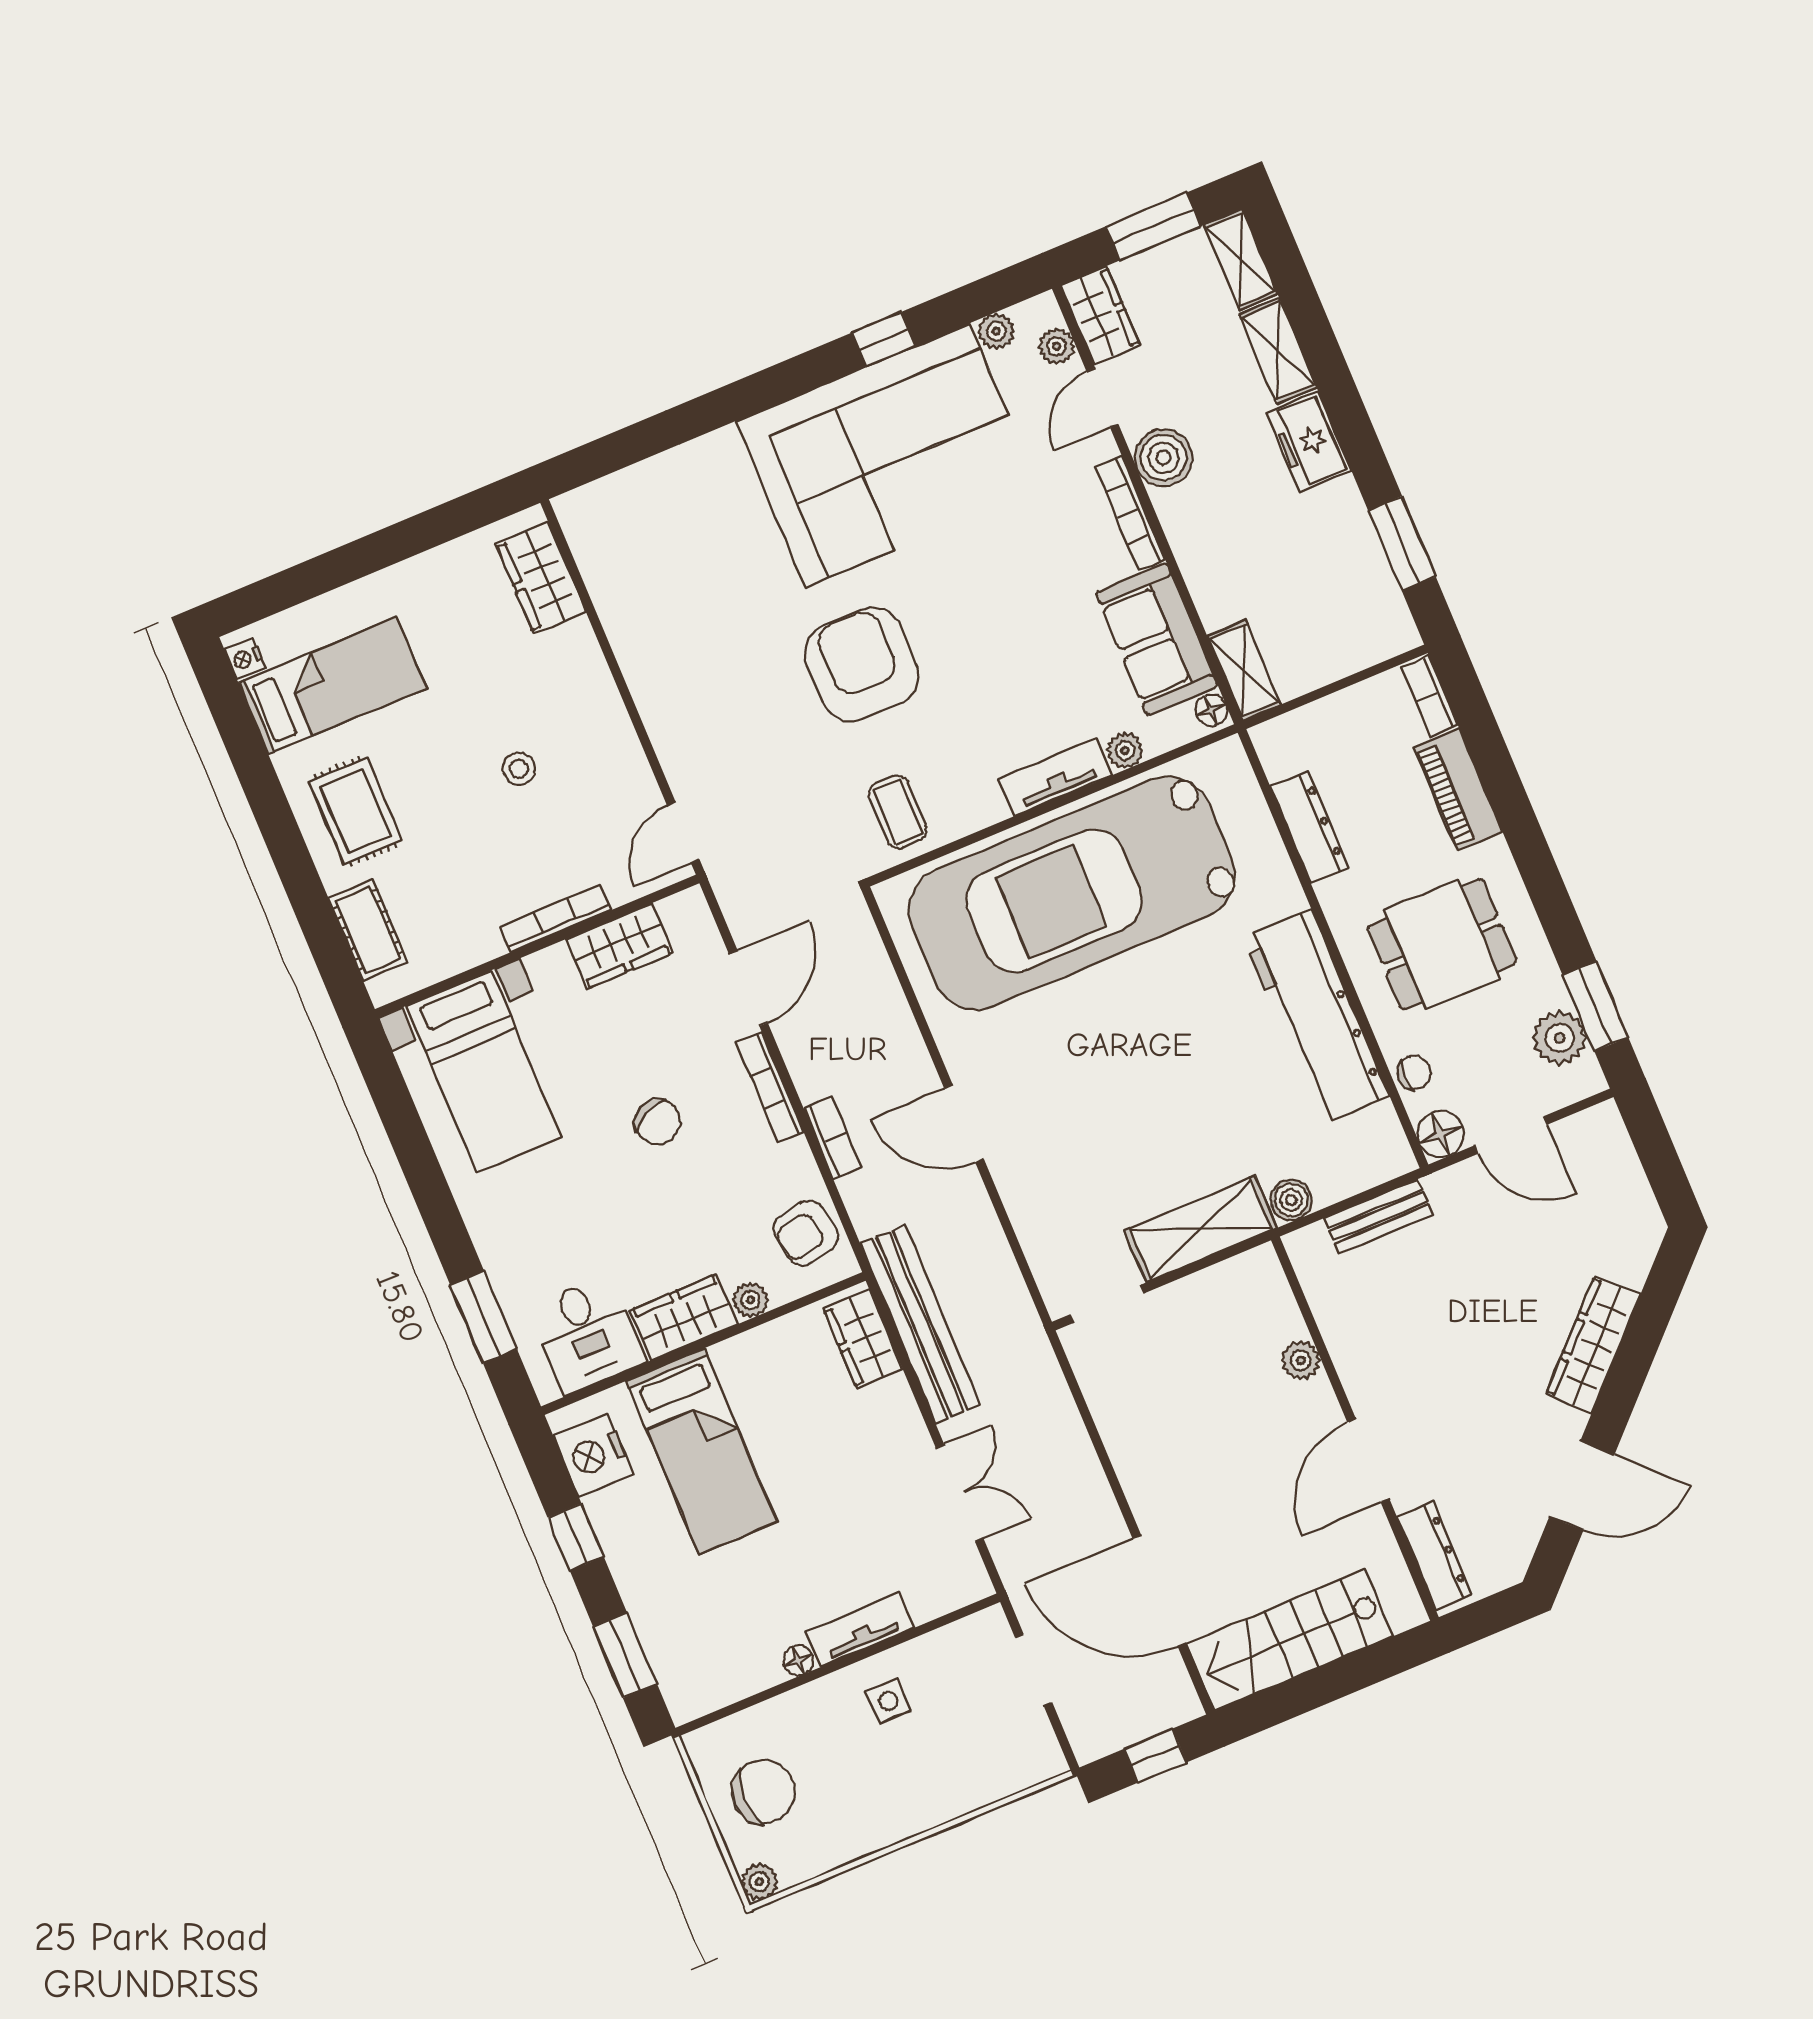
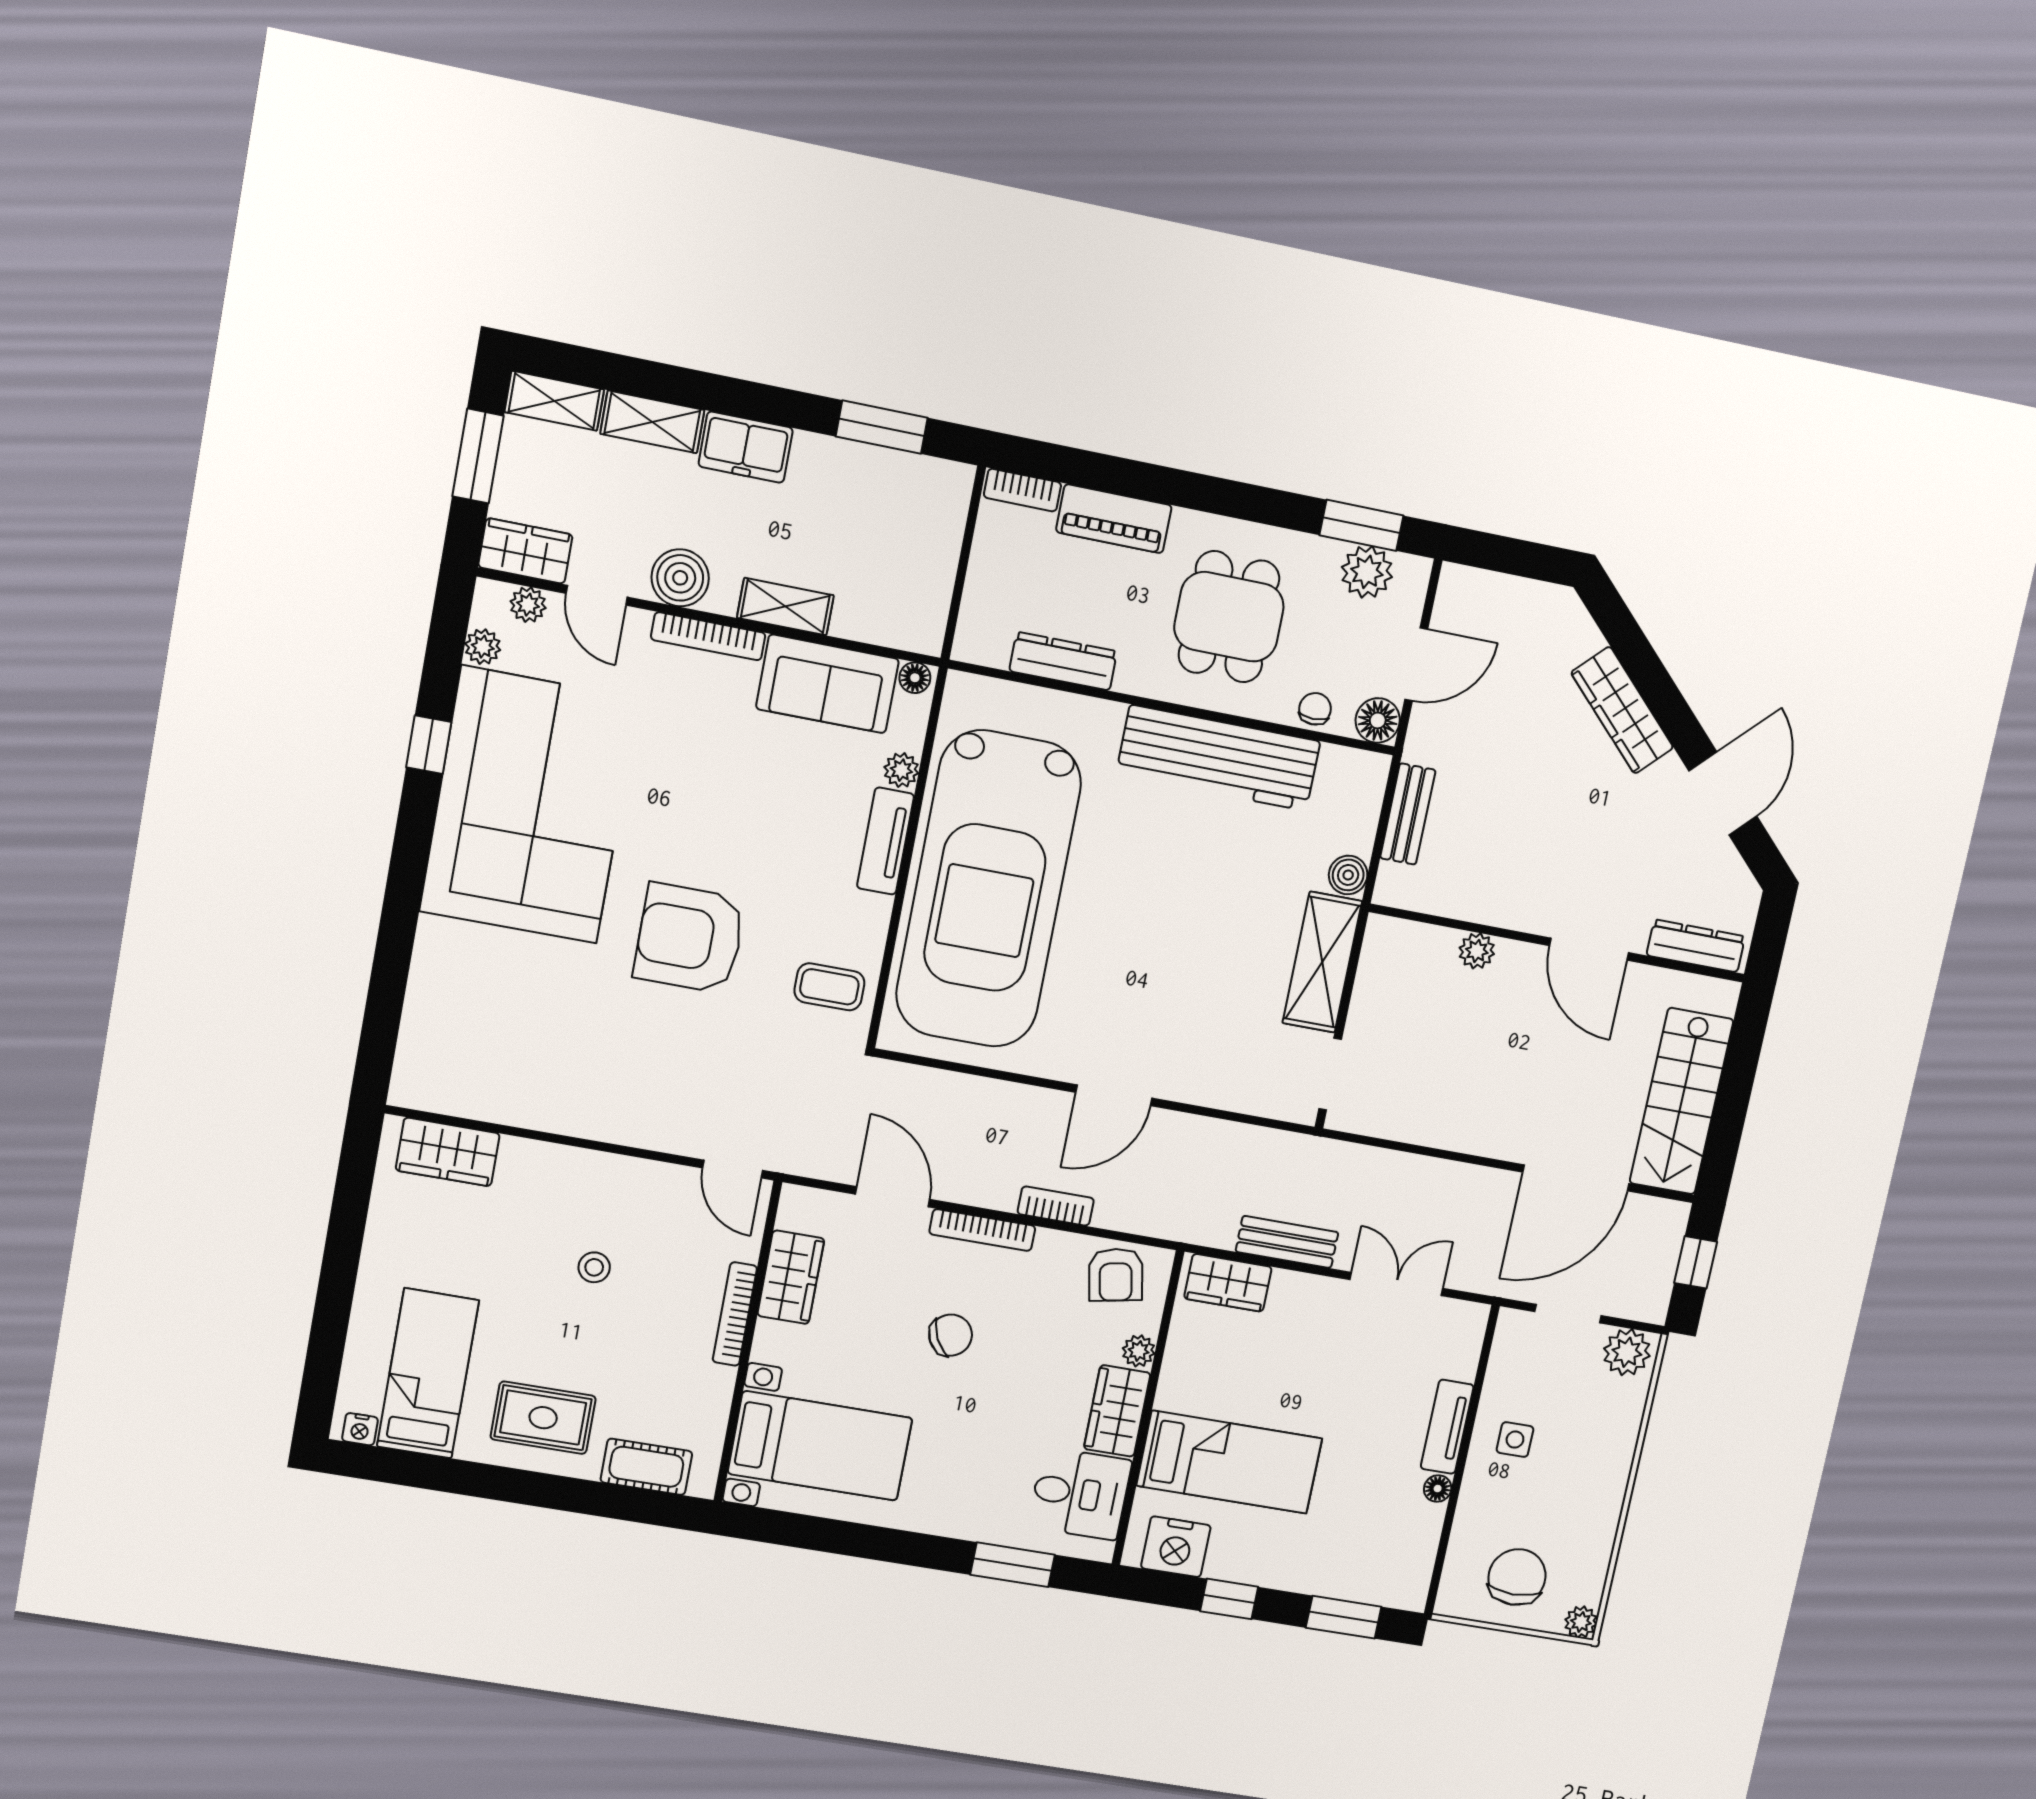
shelving: (1244, 670) -> (785, 607), moved
bench: (920, 1324) -> (1287, 1242), width x0.54, depth x0.82
plant: (1034, 1749) -> (1627, 1352), added

